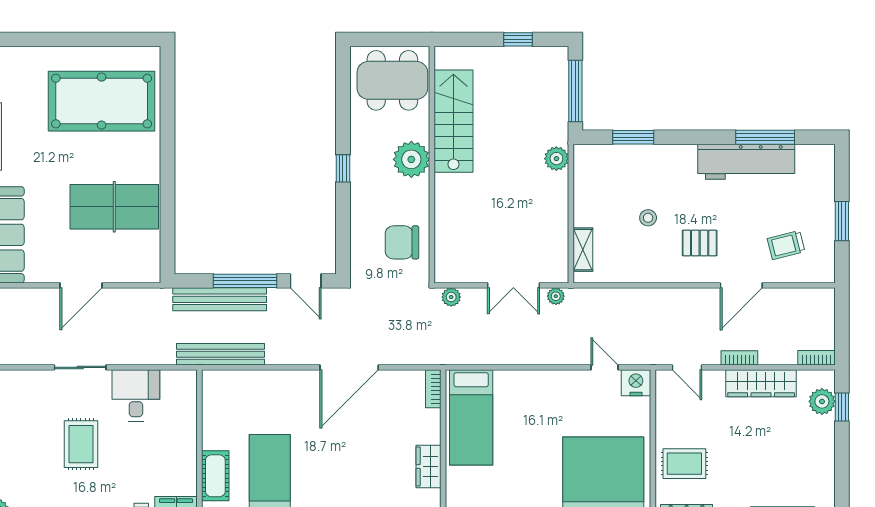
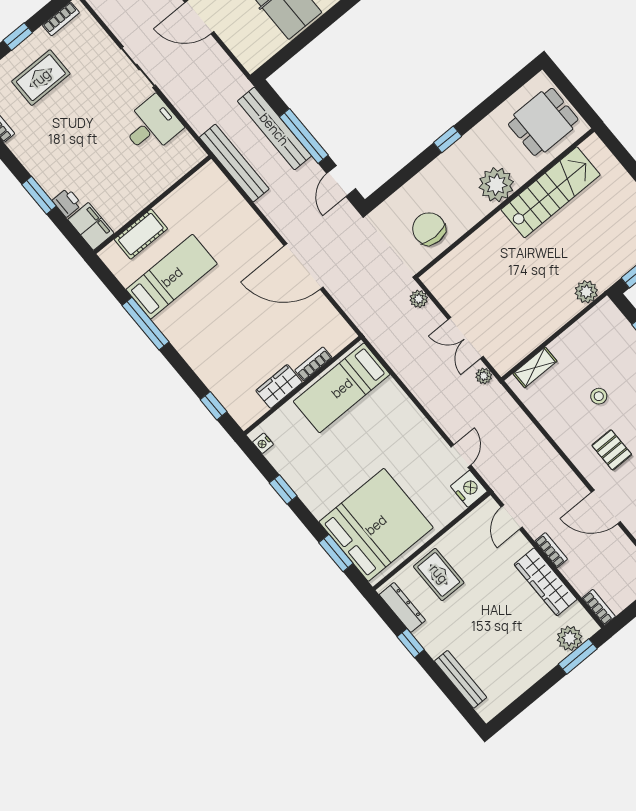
dining table: (392, 80) -> (543, 122), width x0.73
bookcase: (433, 389) -> (313, 364), moved
window: (842, 407) -> (578, 656), width x1.50
rug: (81, 444) -> (41, 78), moved

